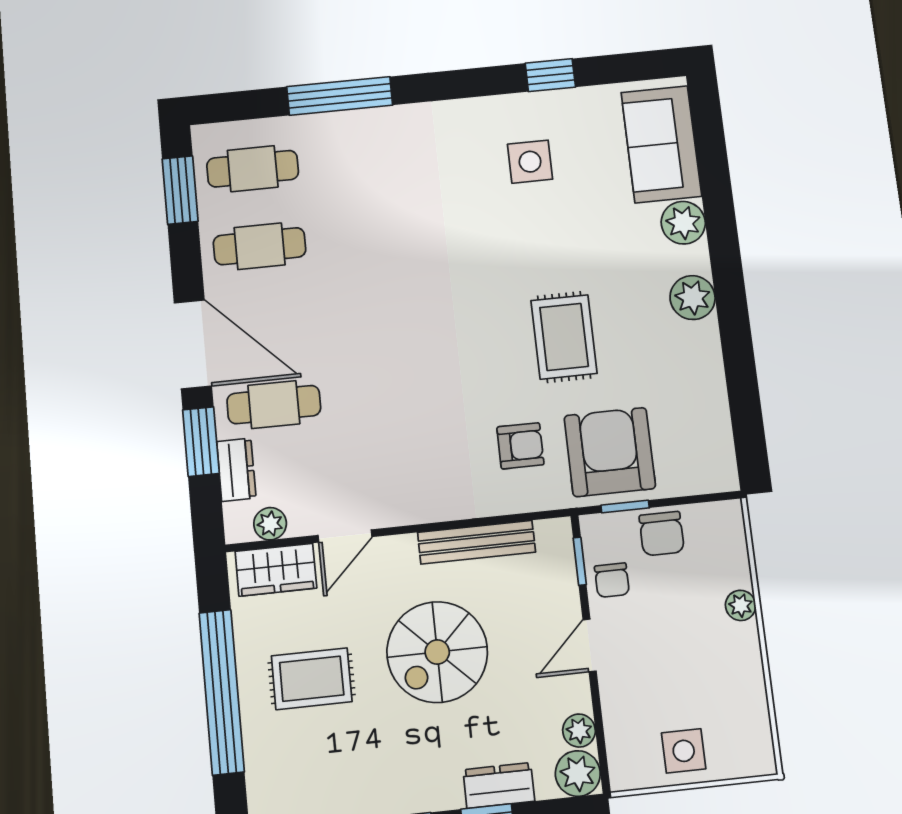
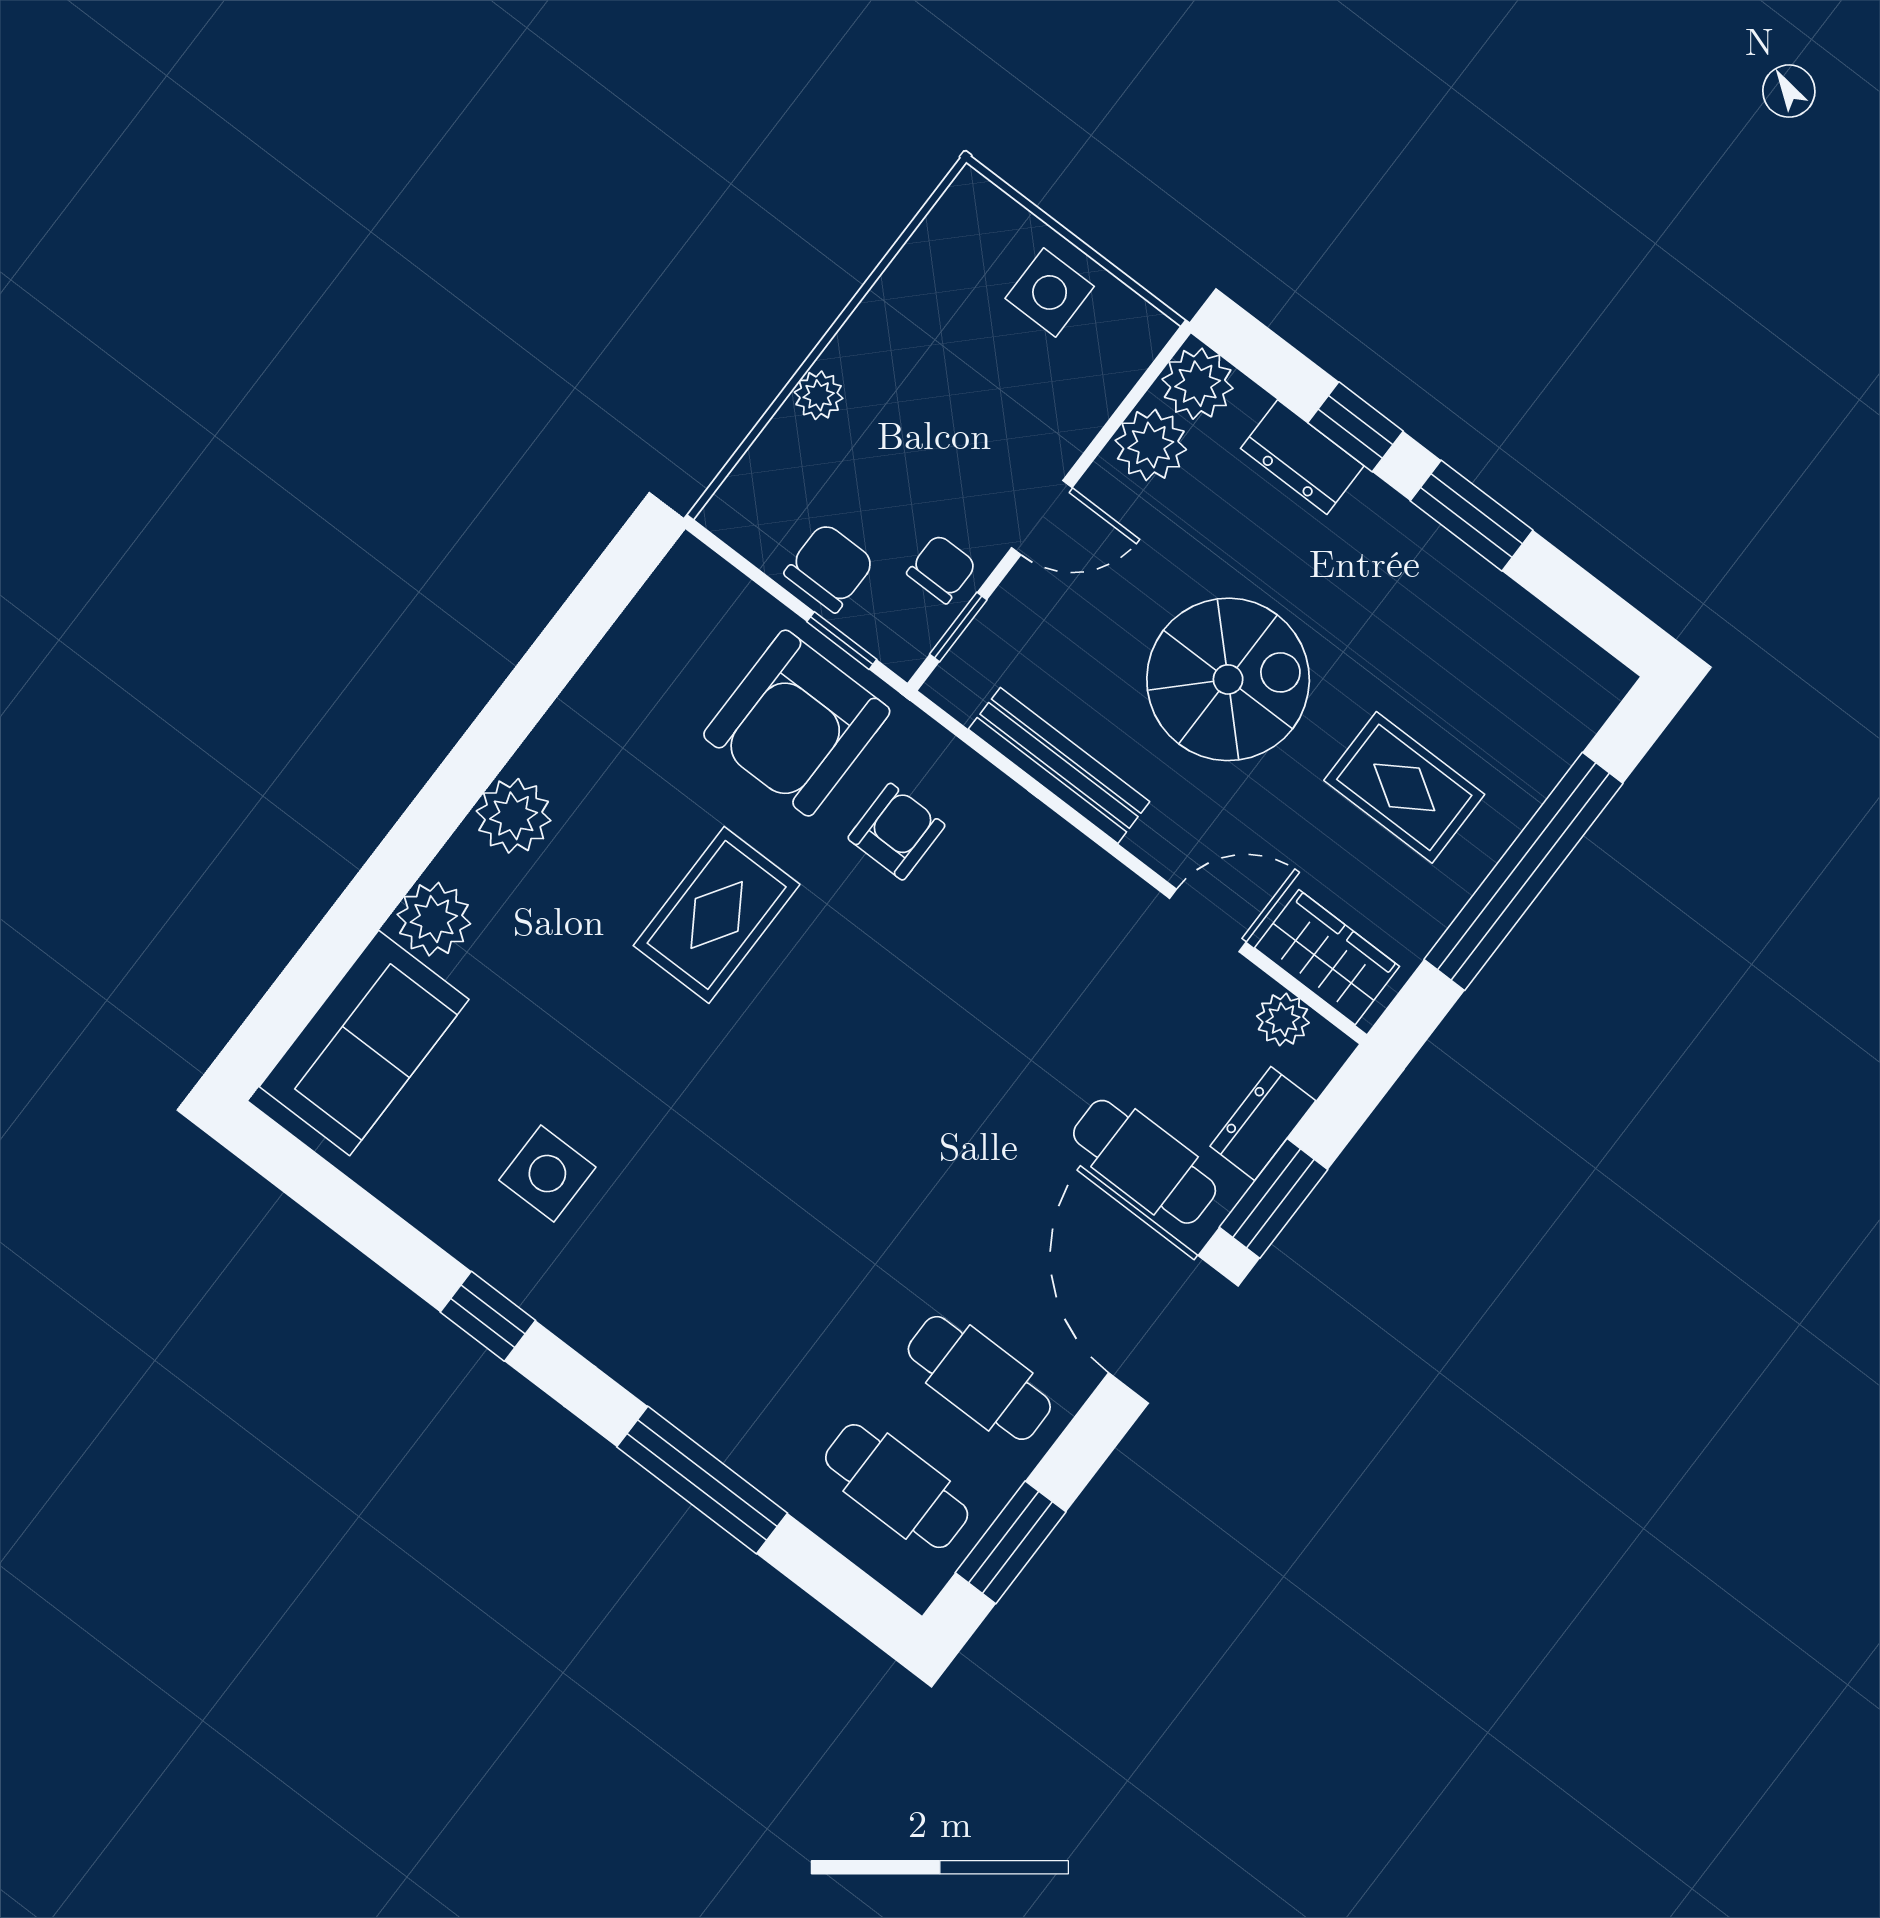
window: (550, 75) -> (488, 1316), moved
armchair: (520, 446) -> (896, 832), turned 90
plant: (579, 731) -> (1151, 445), width x1.38, depth x1.38

